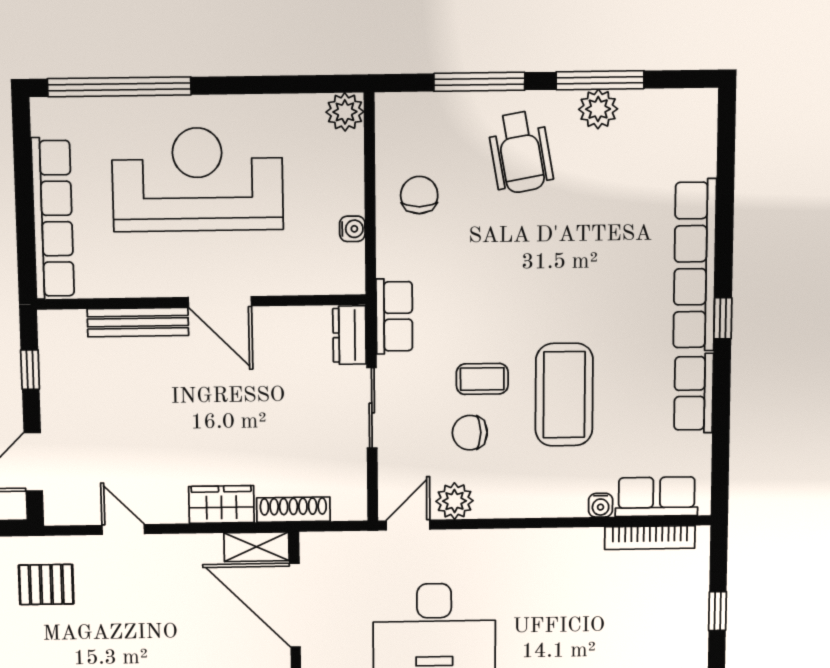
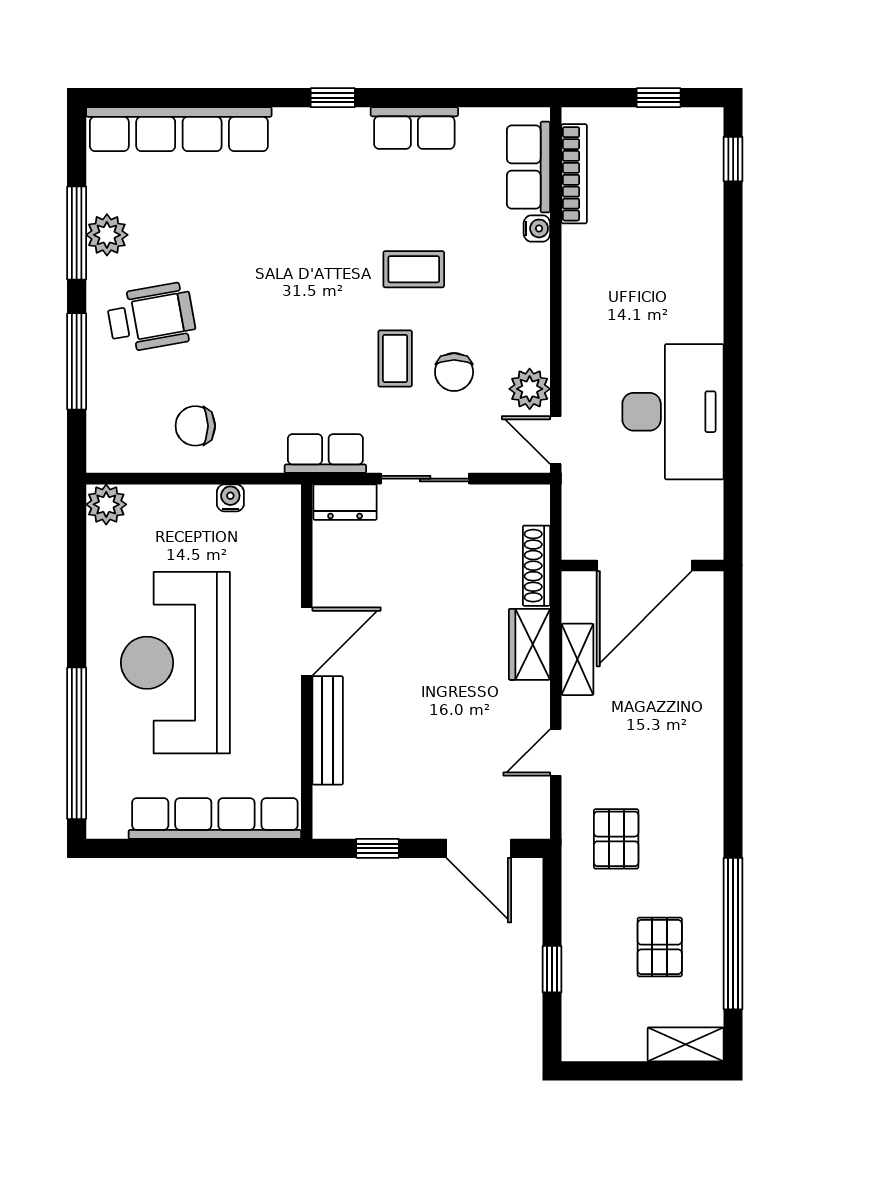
row of seats: (695, 265) -> (179, 129), moved
coffee table: (564, 395) -> (414, 269), width x0.54, depth x0.58
shelving: (257, 547) -> (577, 659), moved

